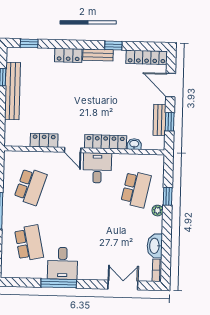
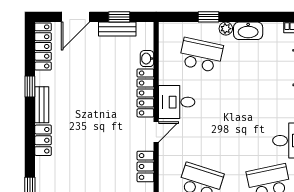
washbasin: (155, 246) -> (248, 31), moved

